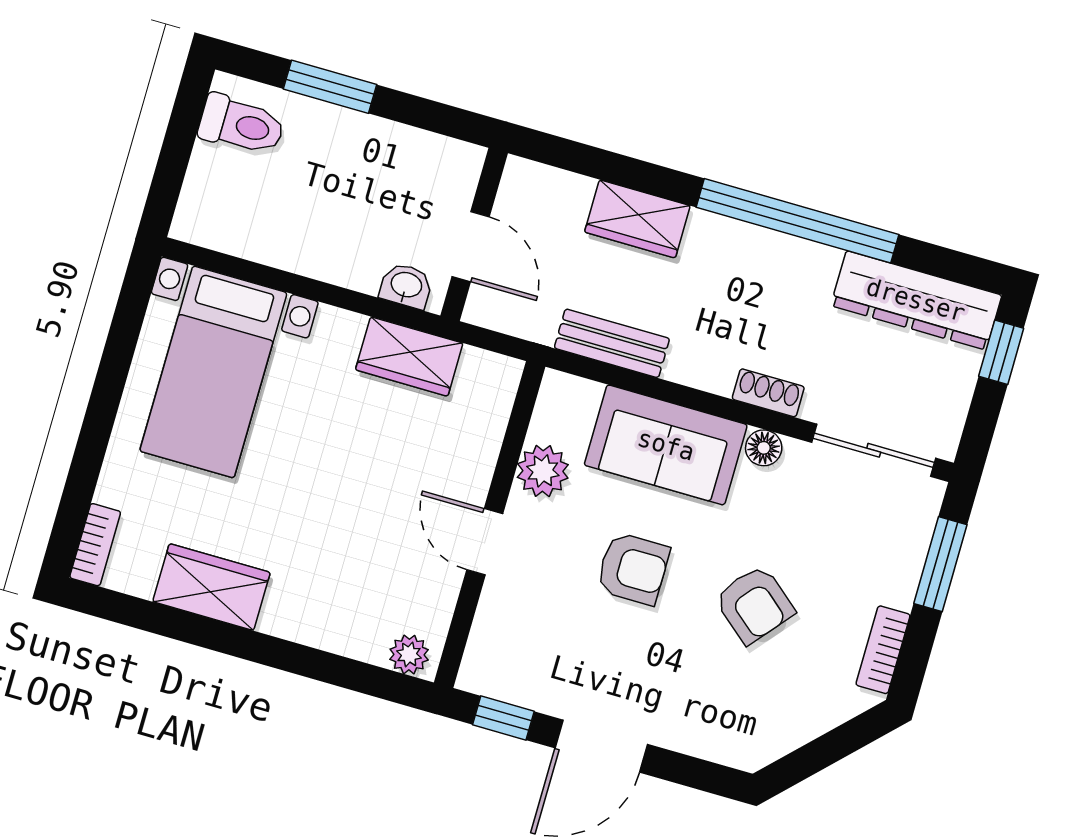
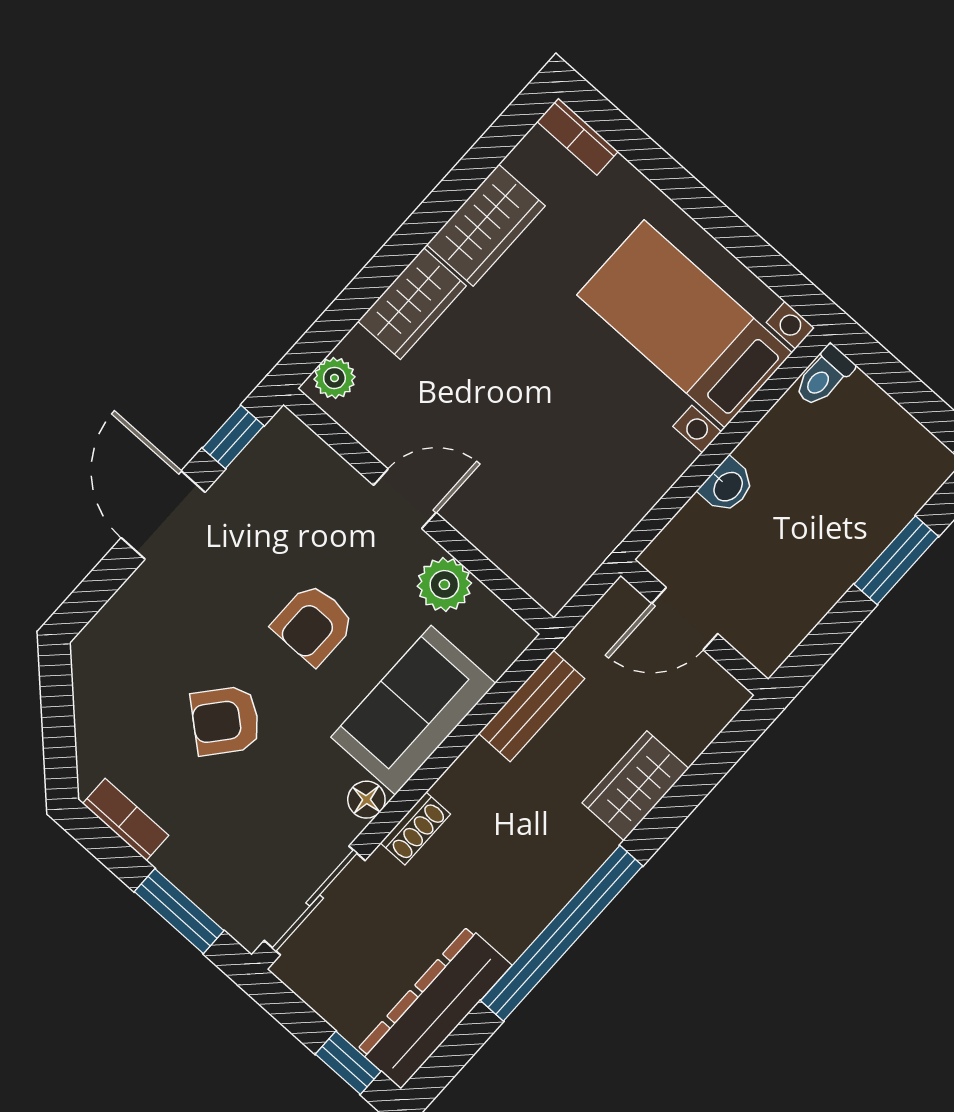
toilet: (242, 125) -> (824, 376), moved, width x0.73, depth x0.72
washbasin: (406, 286) -> (727, 486), moved
wardrobe: (409, 356) -> (412, 304), moved, turned 180

